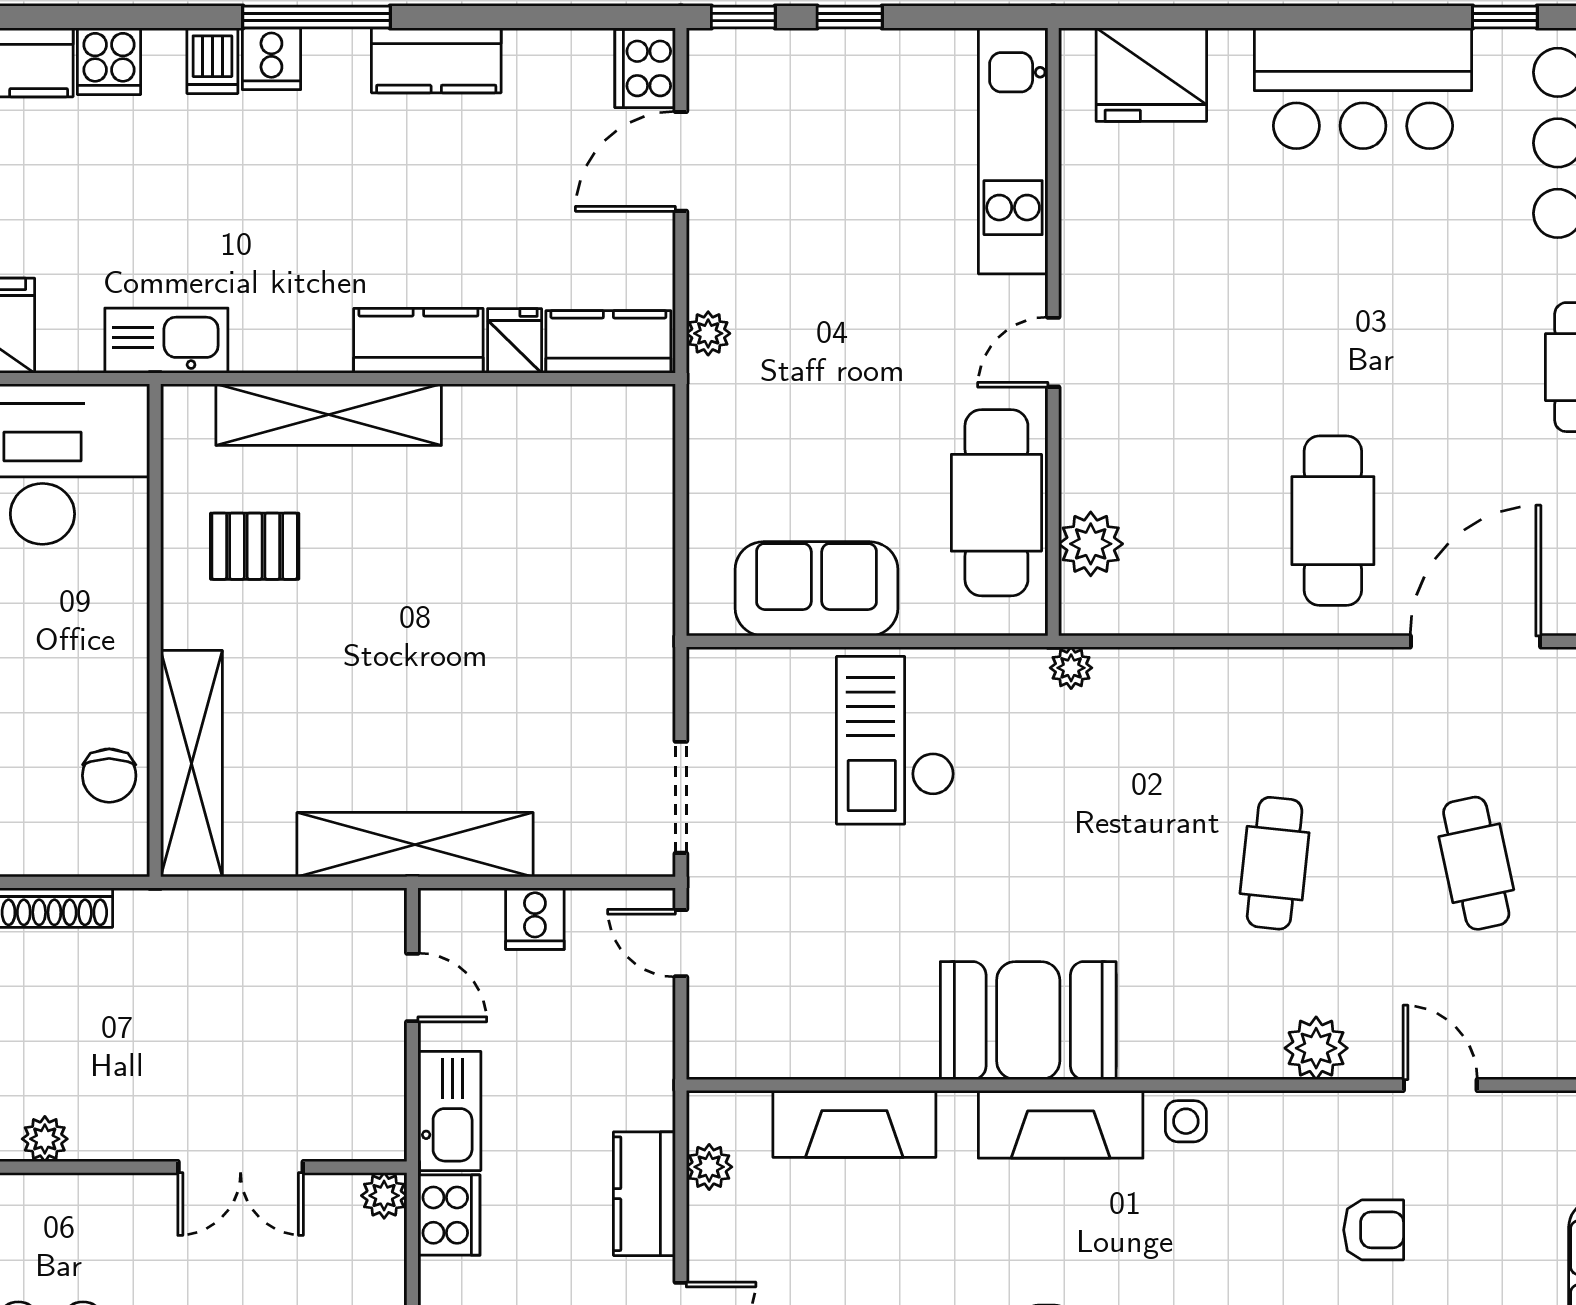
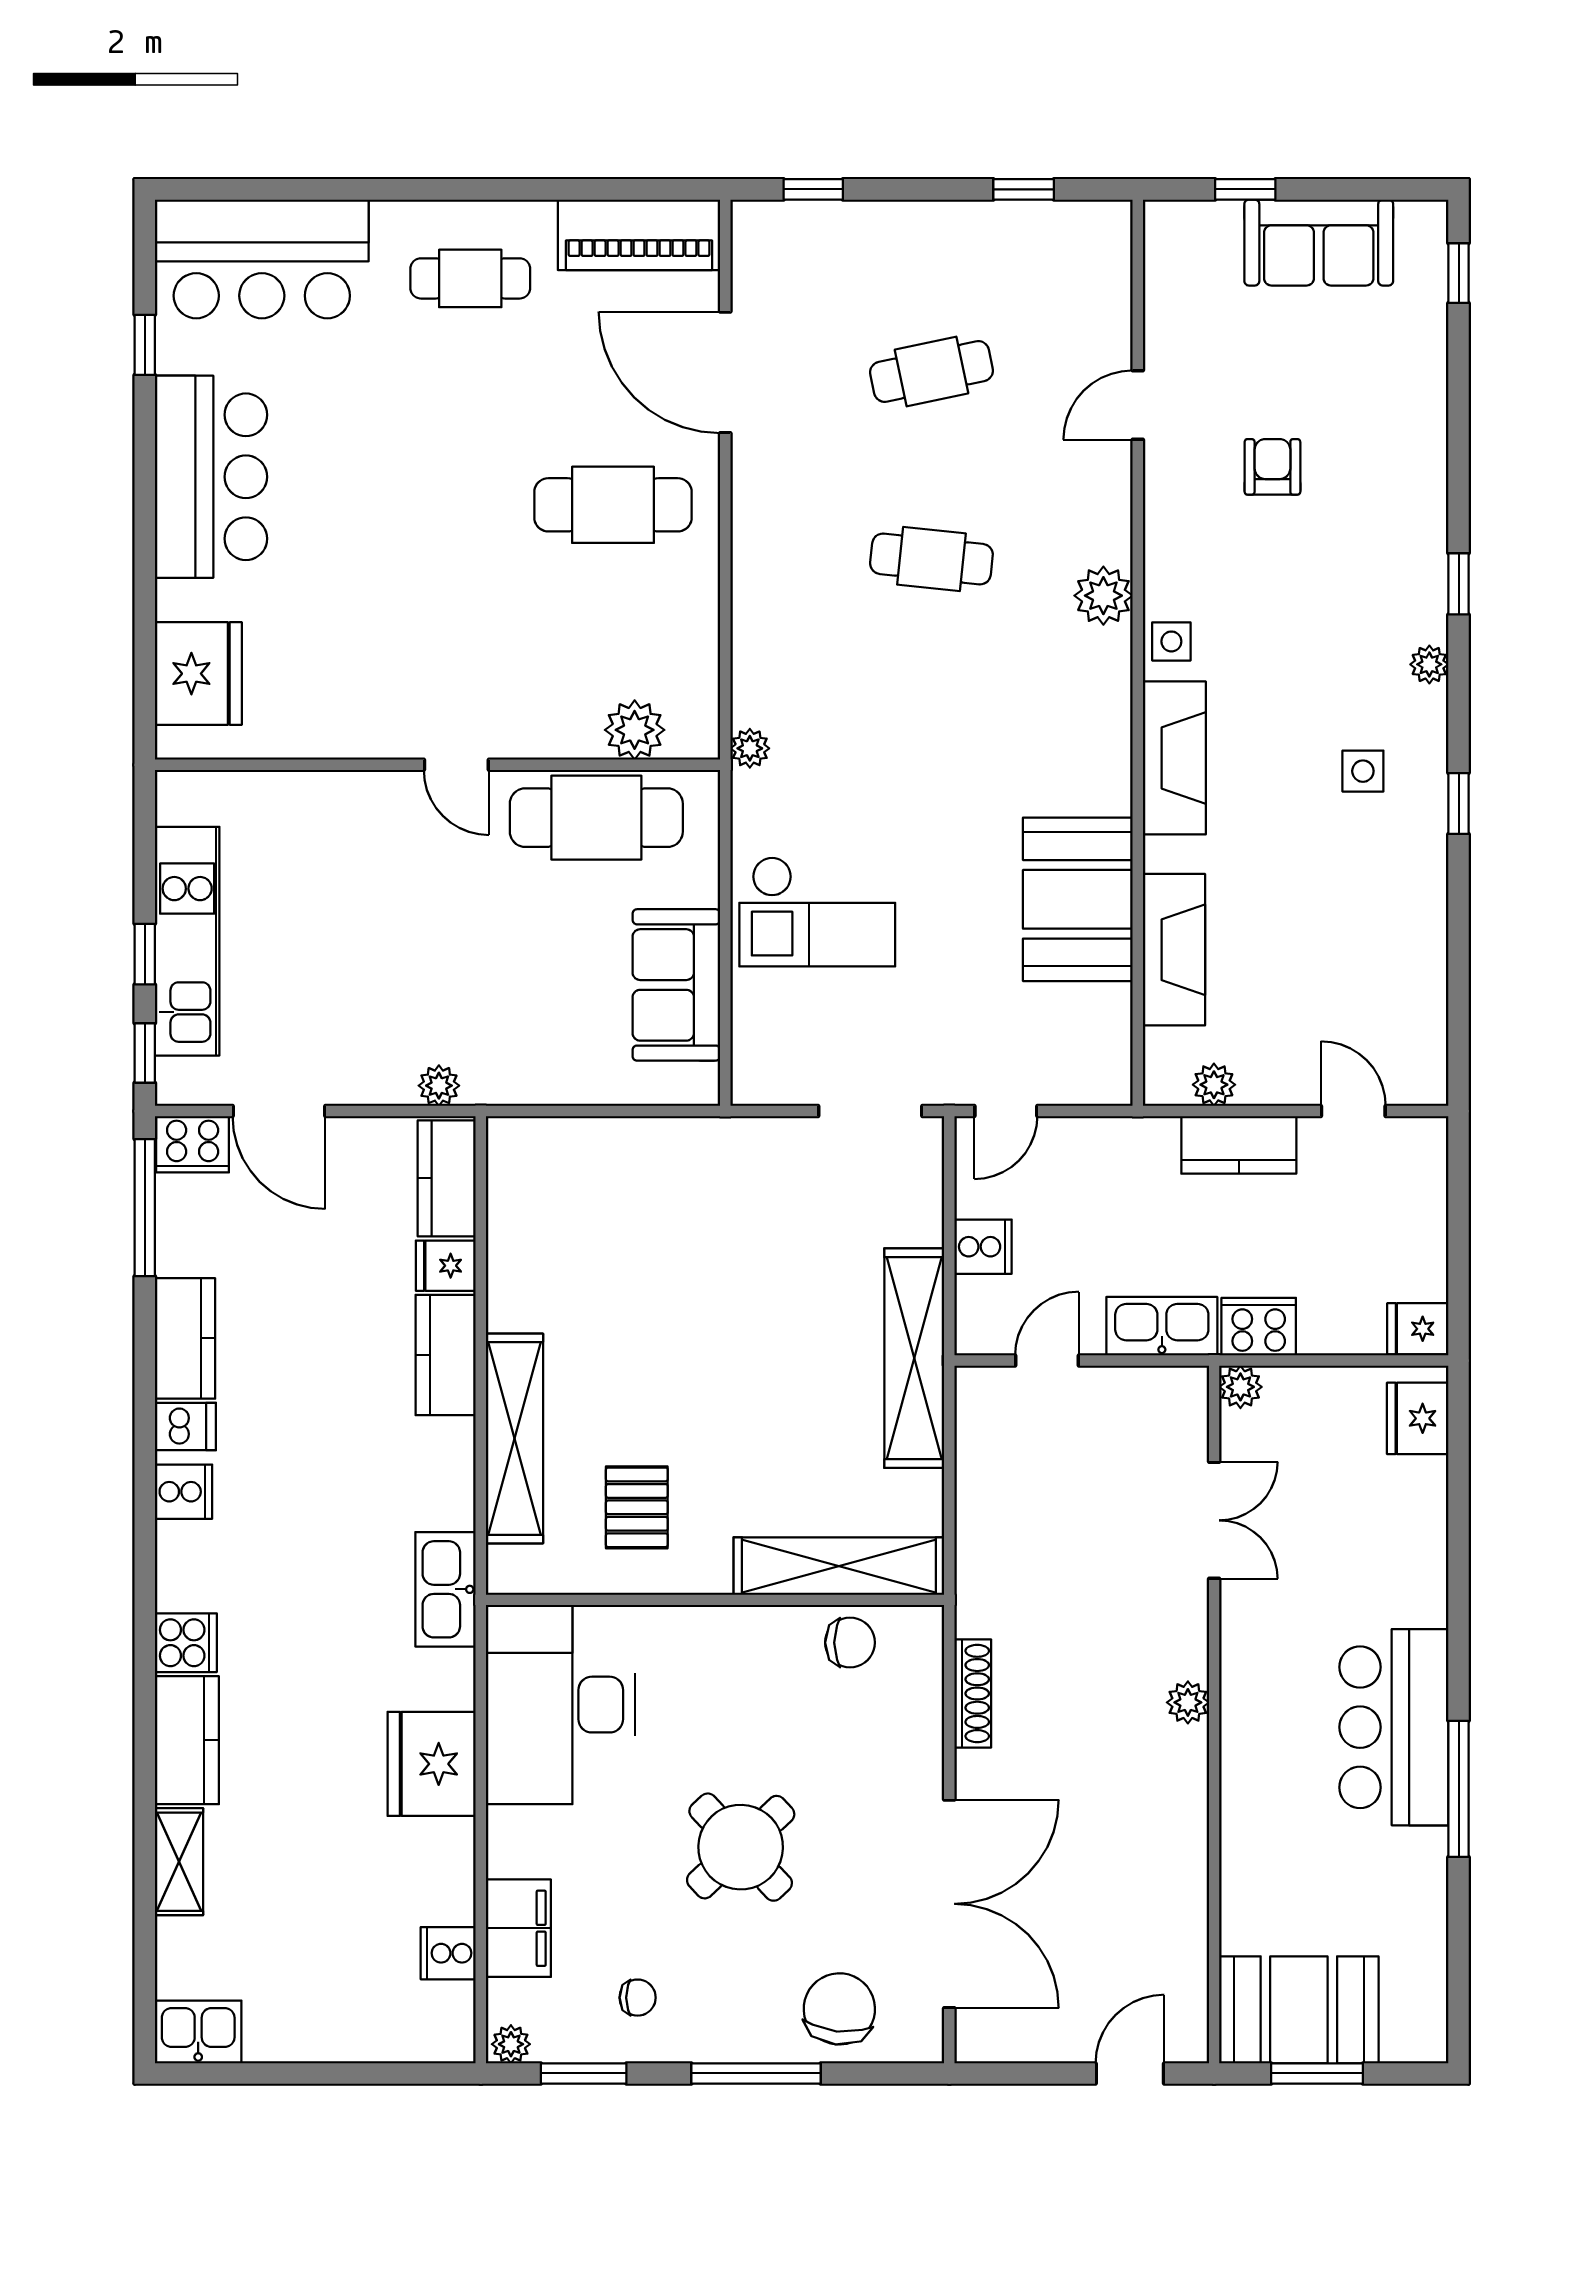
window: (317, 17) -> (145, 1208), moved
dishwasher: (212, 61) -> (185, 1426), moved
kitchen unit: (1013, 151) -> (187, 941), moved, turned -90
booth: (1028, 1021) -> (1078, 899), moved
plant: (1316, 1048) -> (1103, 596), moved

